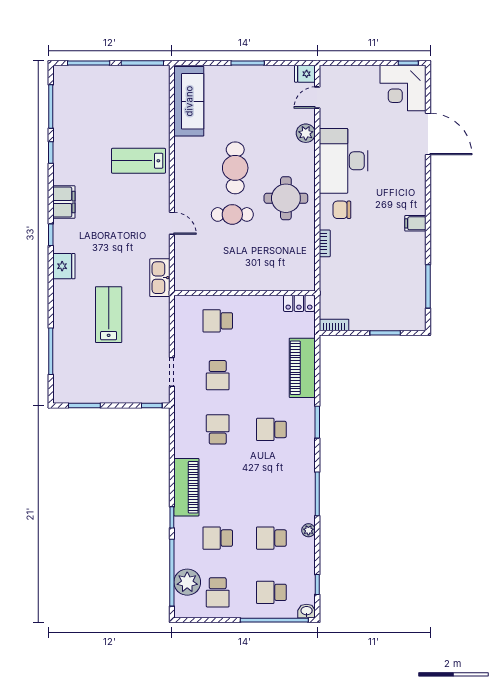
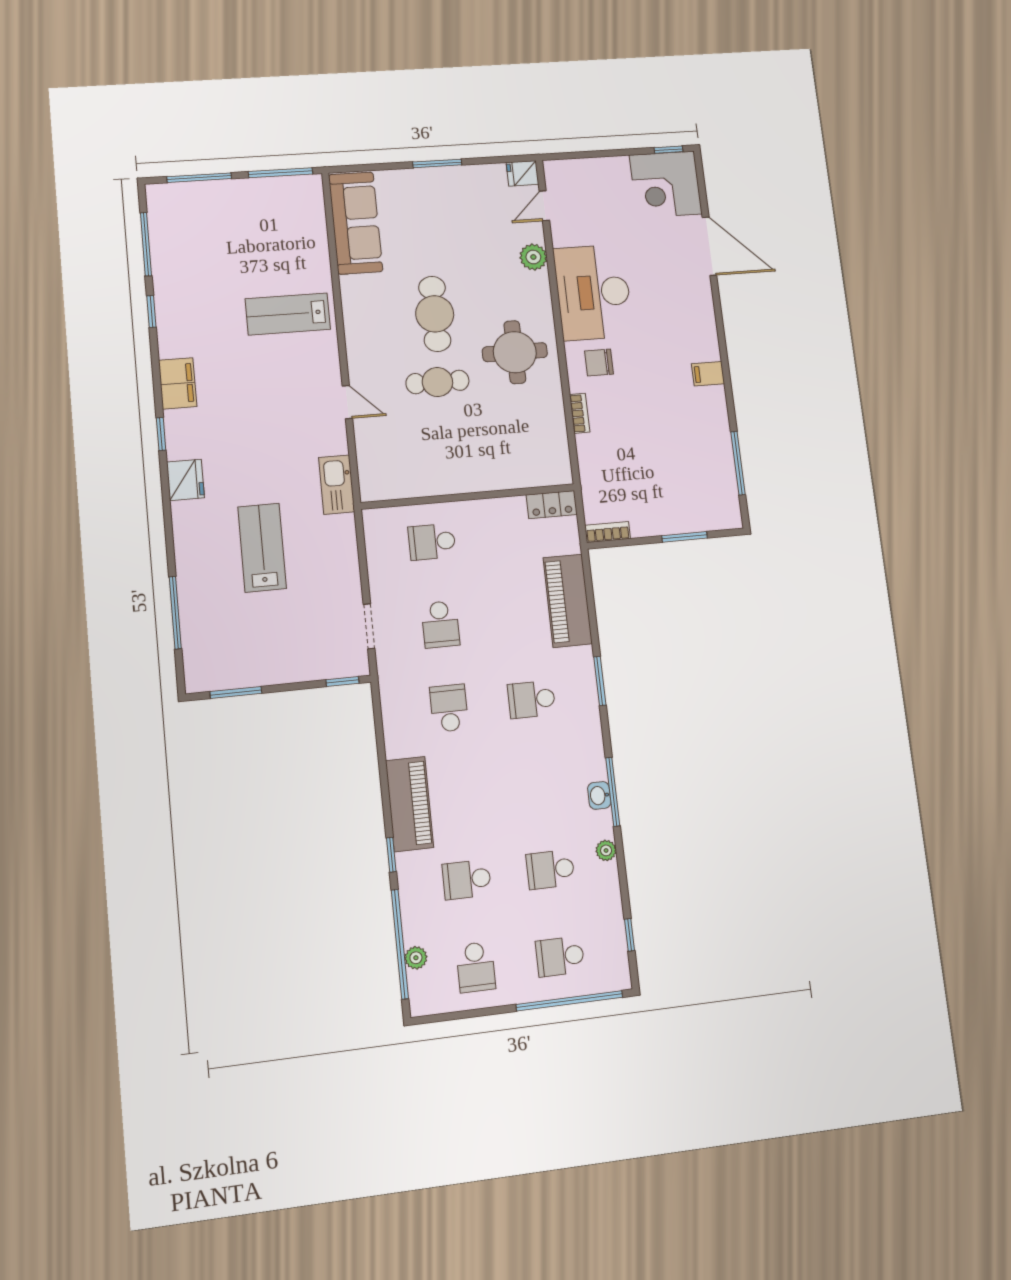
plant: (187, 582) -> (416, 958), width x0.53, depth x0.53
washbasin: (307, 611) -> (599, 795), moved, turned -90

